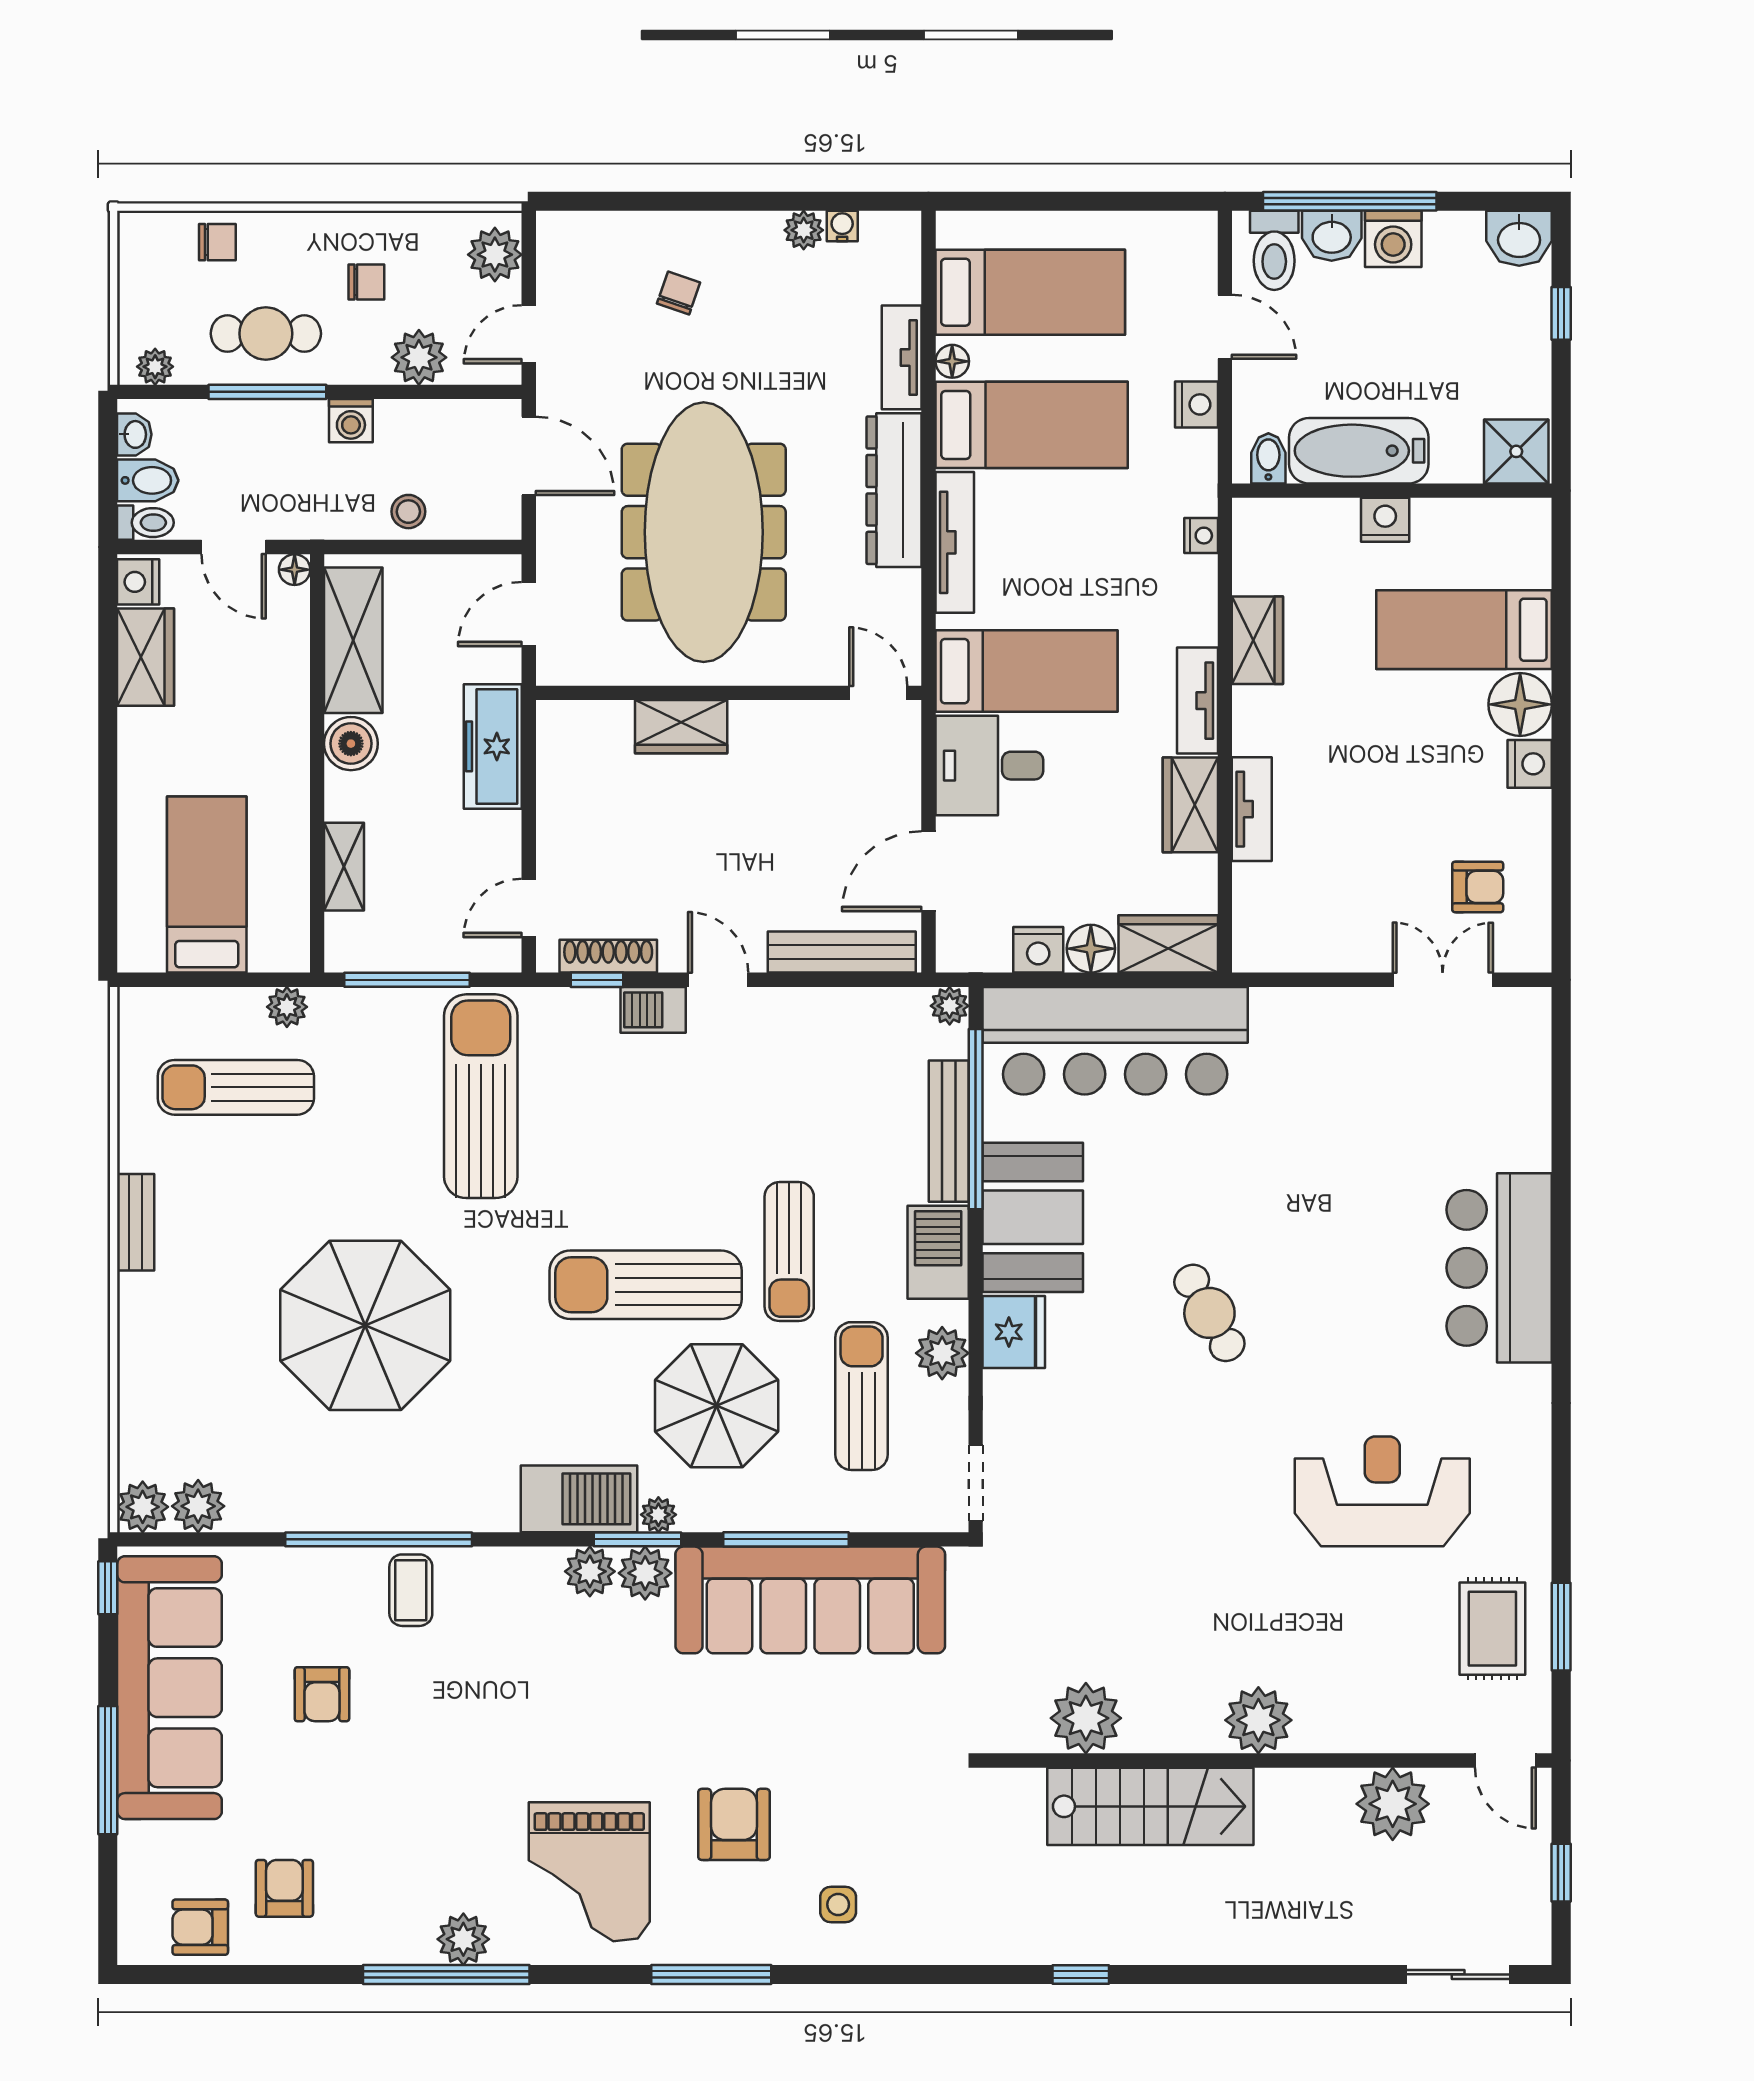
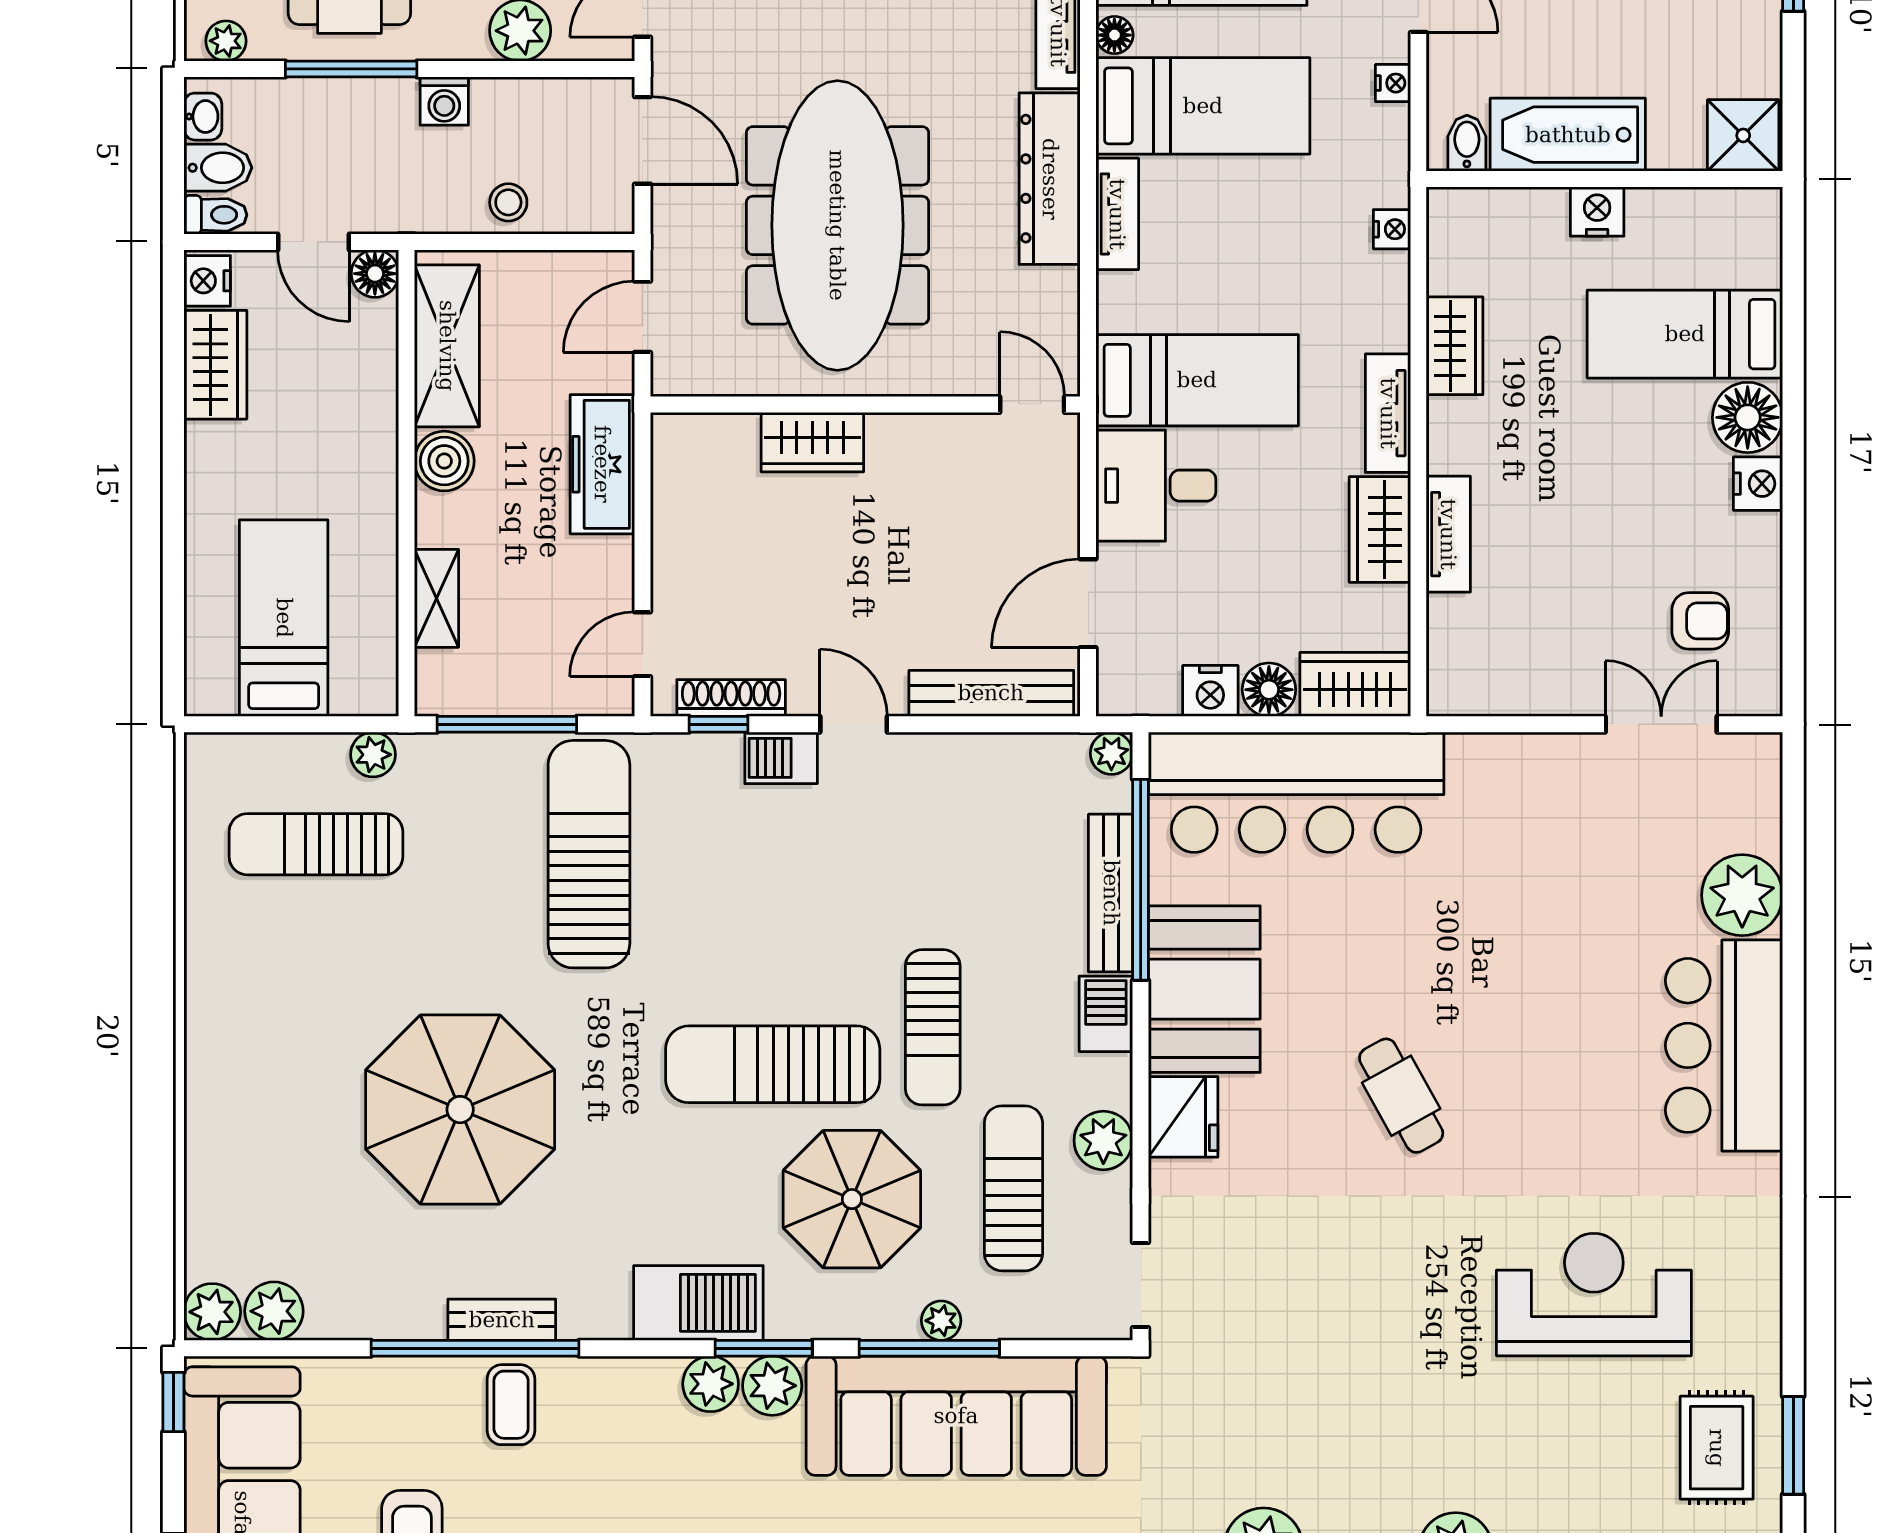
nightstand: (1197, 404) -> (1393, 83), width x0.72, depth x0.74
tv unit: (955, 542) -> (1117, 214), width x0.71
floor lamp: (295, 570) -> (375, 274), width x1.37, depth x1.37
plant: (1515, 1133) -> (1742, 895), added
bench: (136, 1222) -> (502, 1320), moved, turned 90
barbecue: (938, 1252) -> (1106, 1014), width x0.73, depth x0.79
plant: (658, 1515) -> (941, 1321), moved

